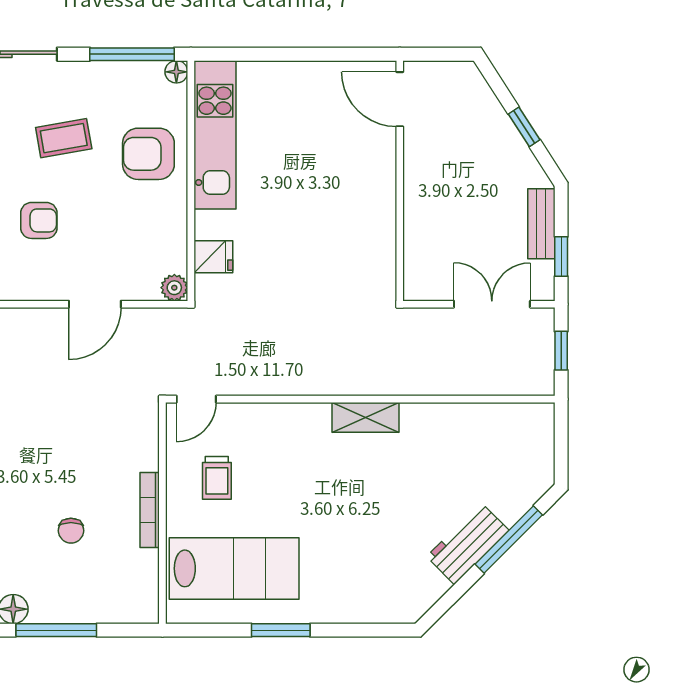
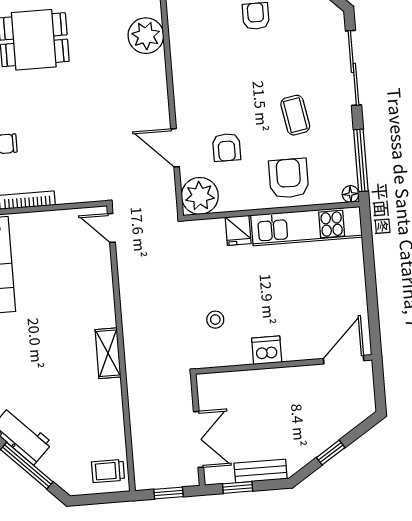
dishwasher: (379, 202) -> (267, 350), added
armchair: (39, 220) -> (226, 147), moved
fridge: (213, 257) -> (238, 230), moved
stool: (332, 269) -> (215, 320), added
plant: (174, 288) -> (200, 196), width x1.88, depth x1.88
trolley: (217, 478) -> (108, 471), moved

